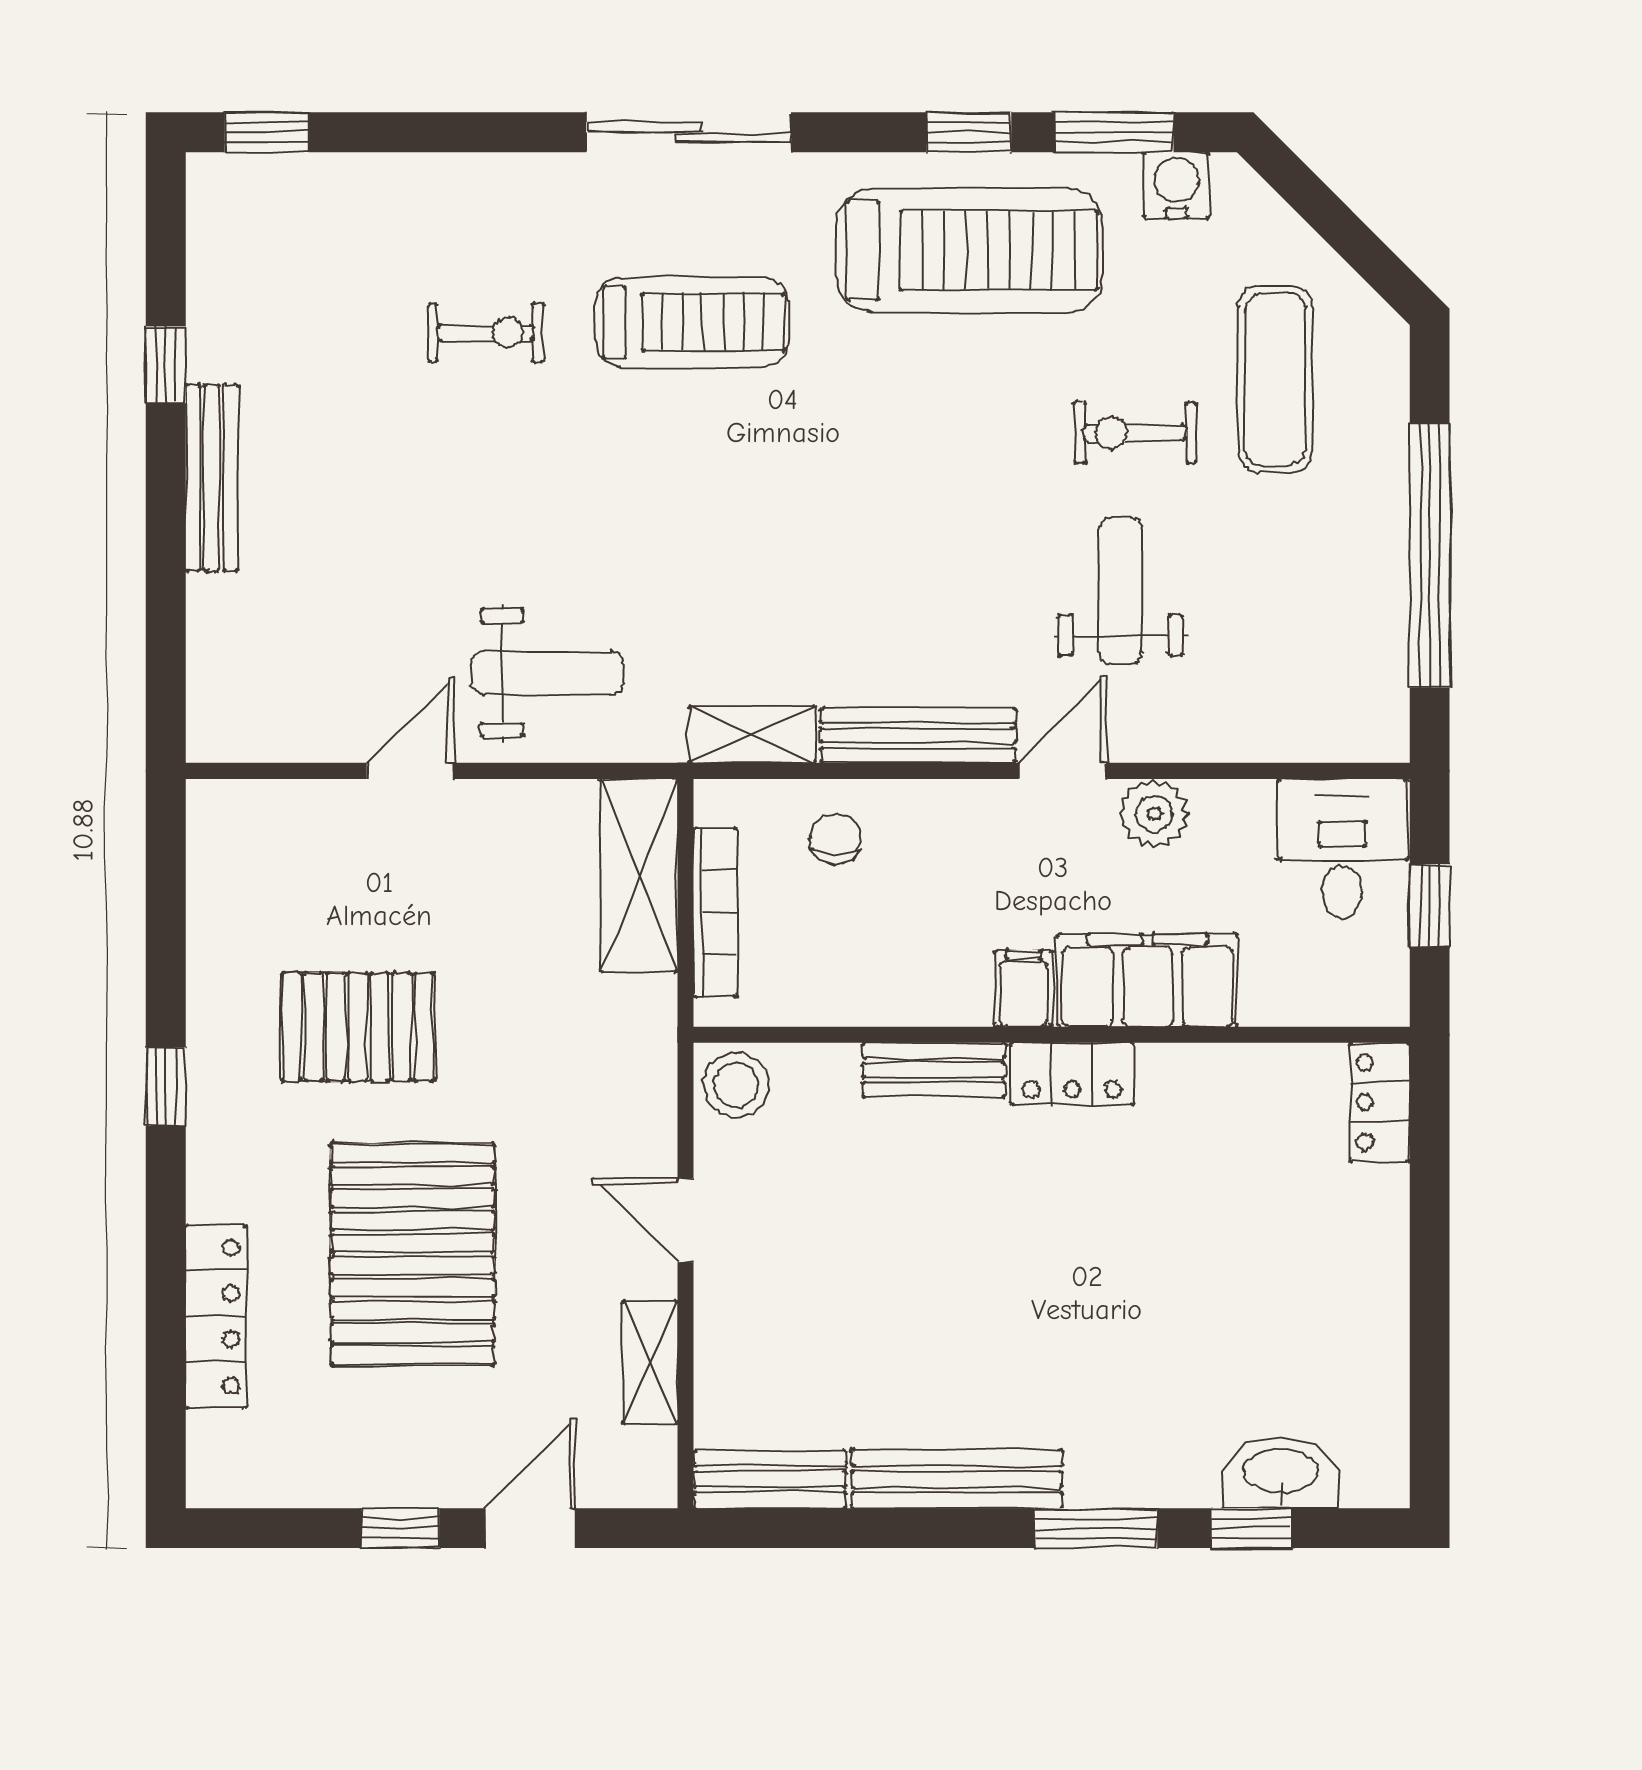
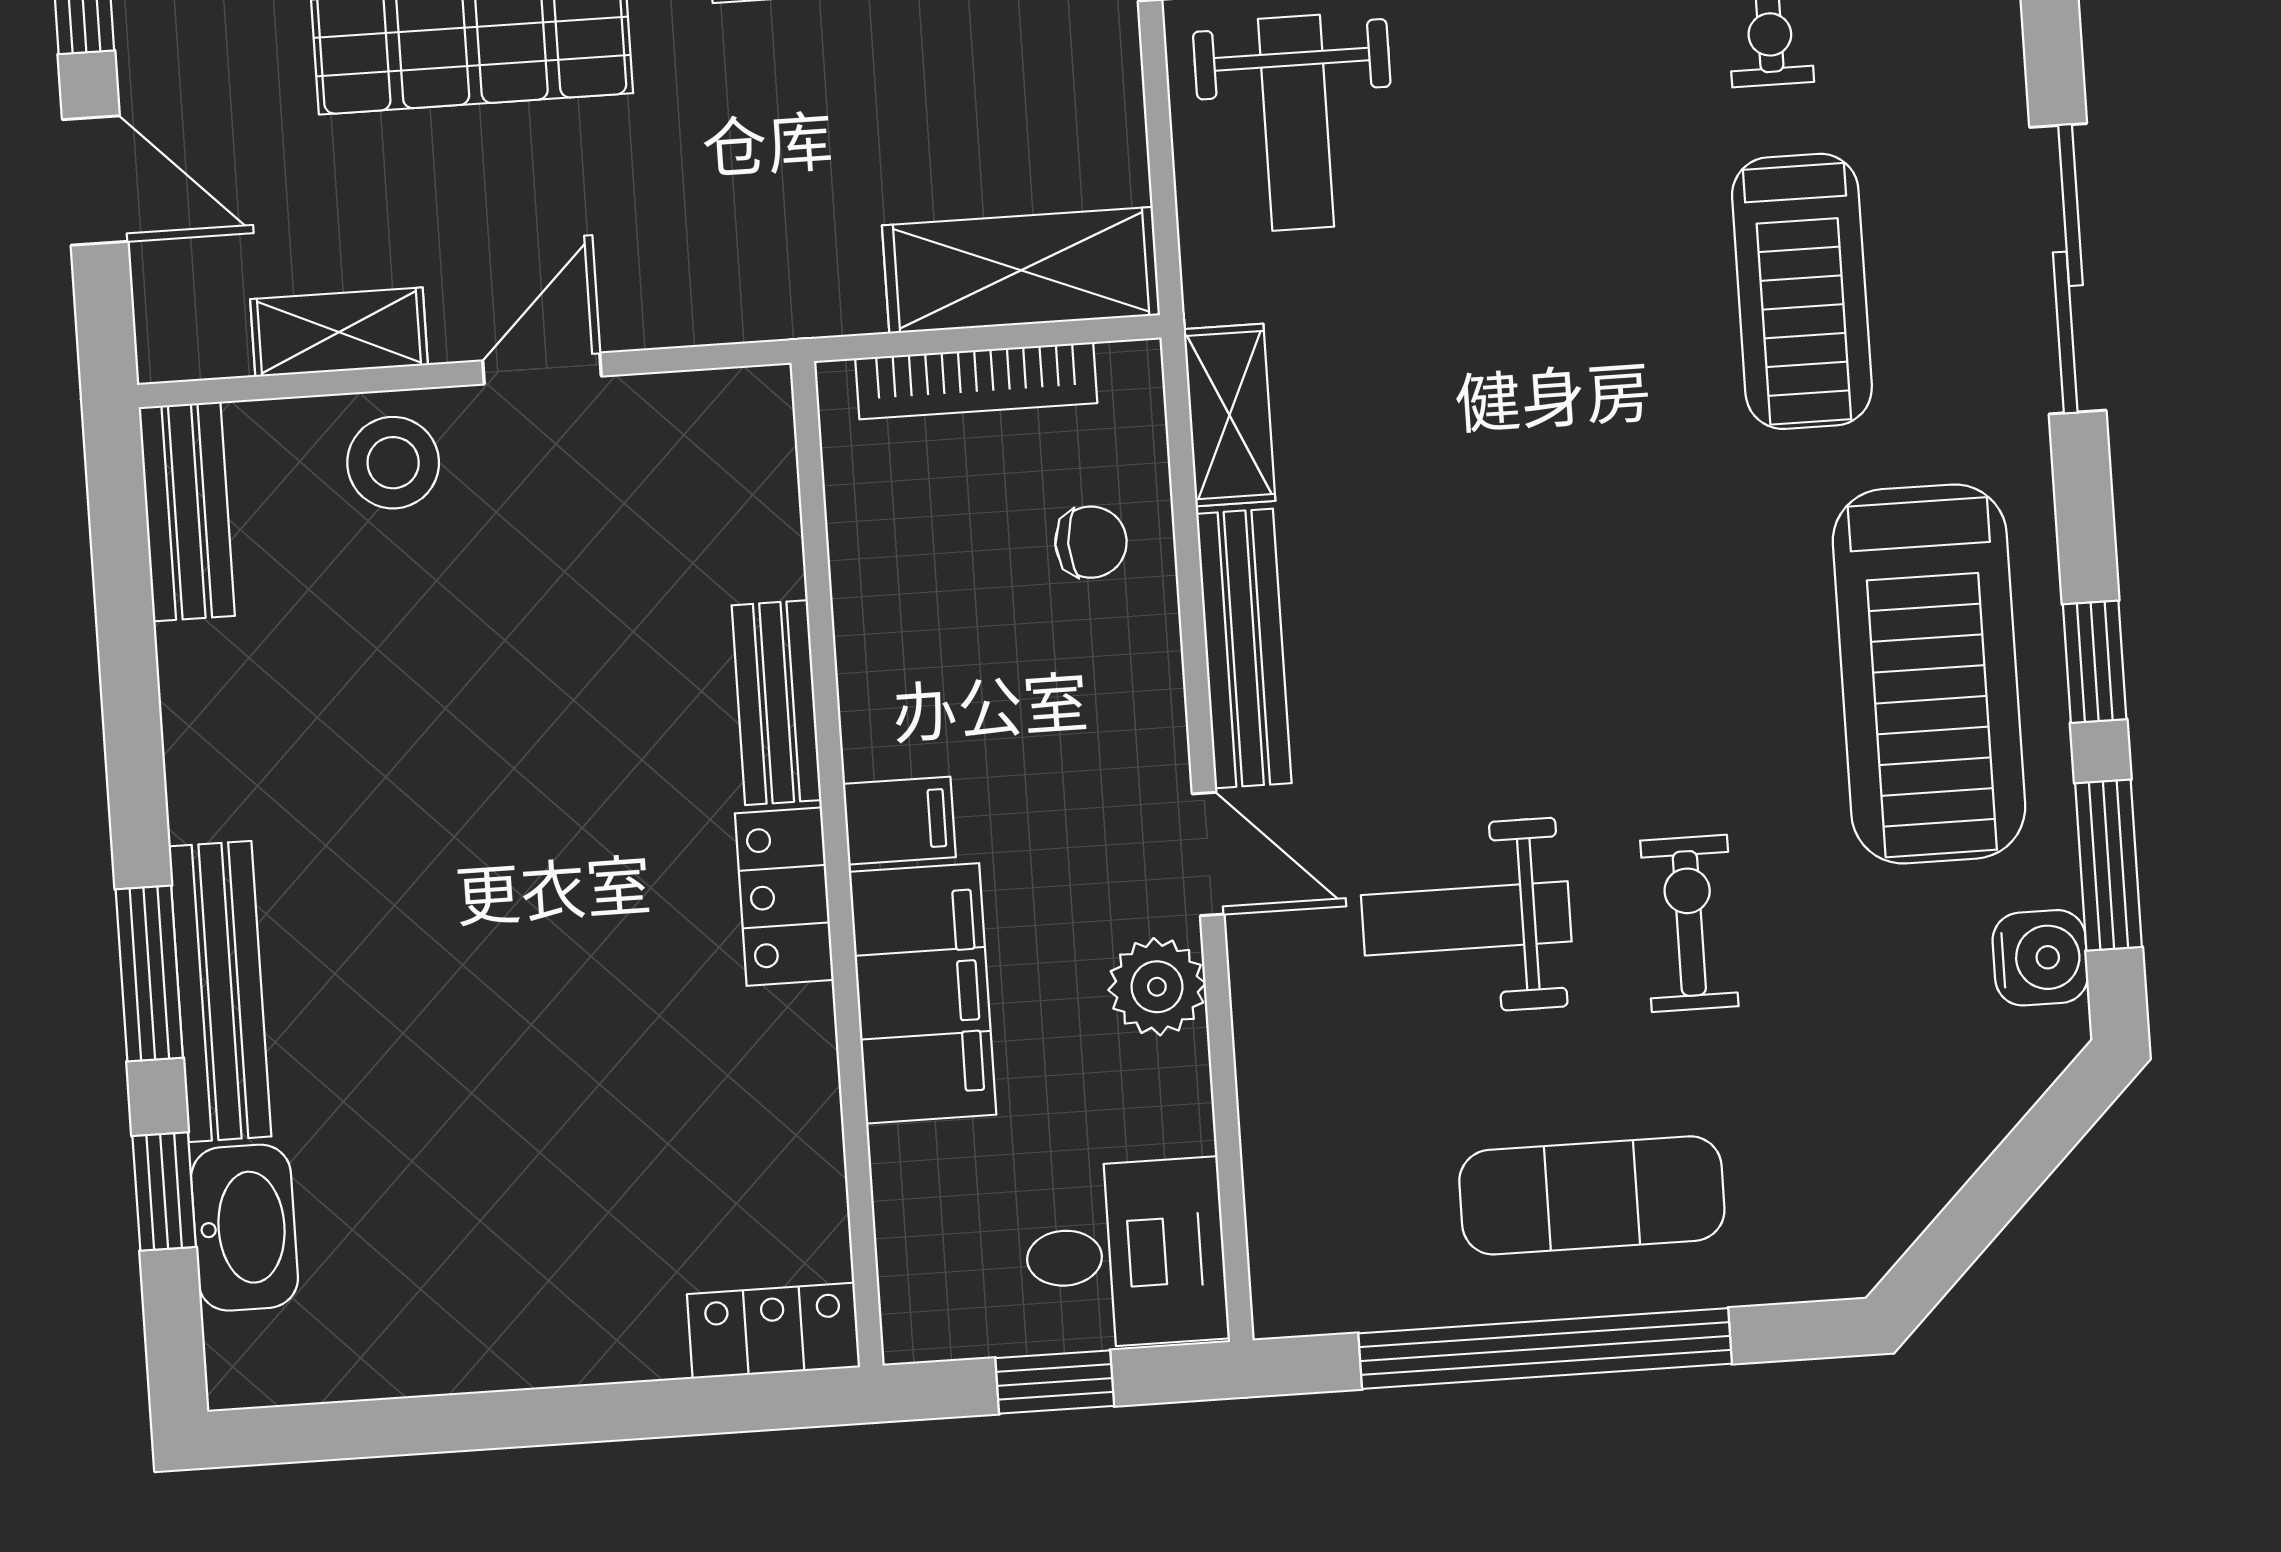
exercise mat: (1275, 379) -> (1592, 1195), moved
weight bench: (1121, 591) -> (1466, 918), turned 180
stool: (736, 1085) -> (393, 463), moved
bench: (957, 1479) -> (220, 991), moved

